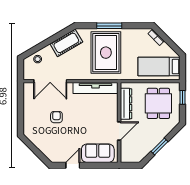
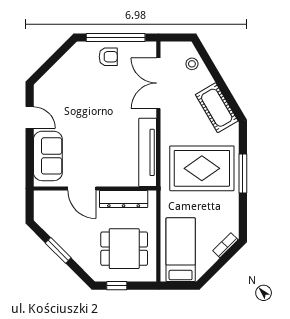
window: (183, 97) -> (117, 286), moved
window: (20, 109) -> (116, 38), added
armchair: (56, 117) -> (108, 57), moved

